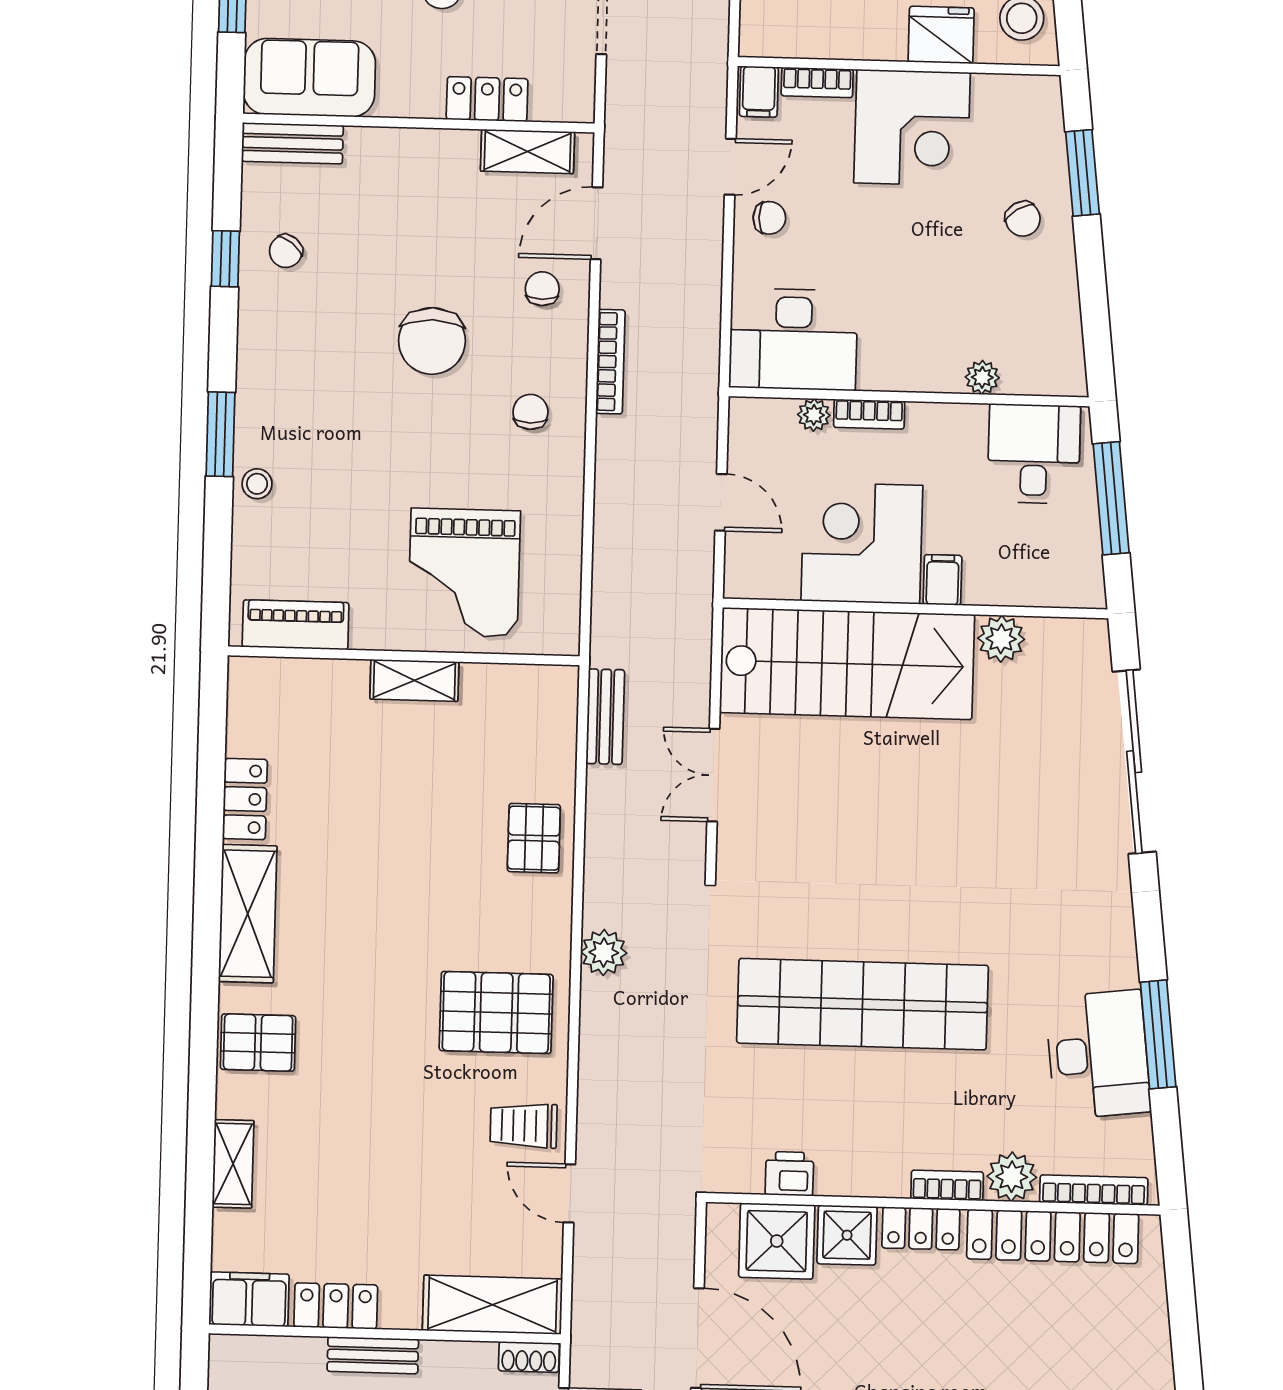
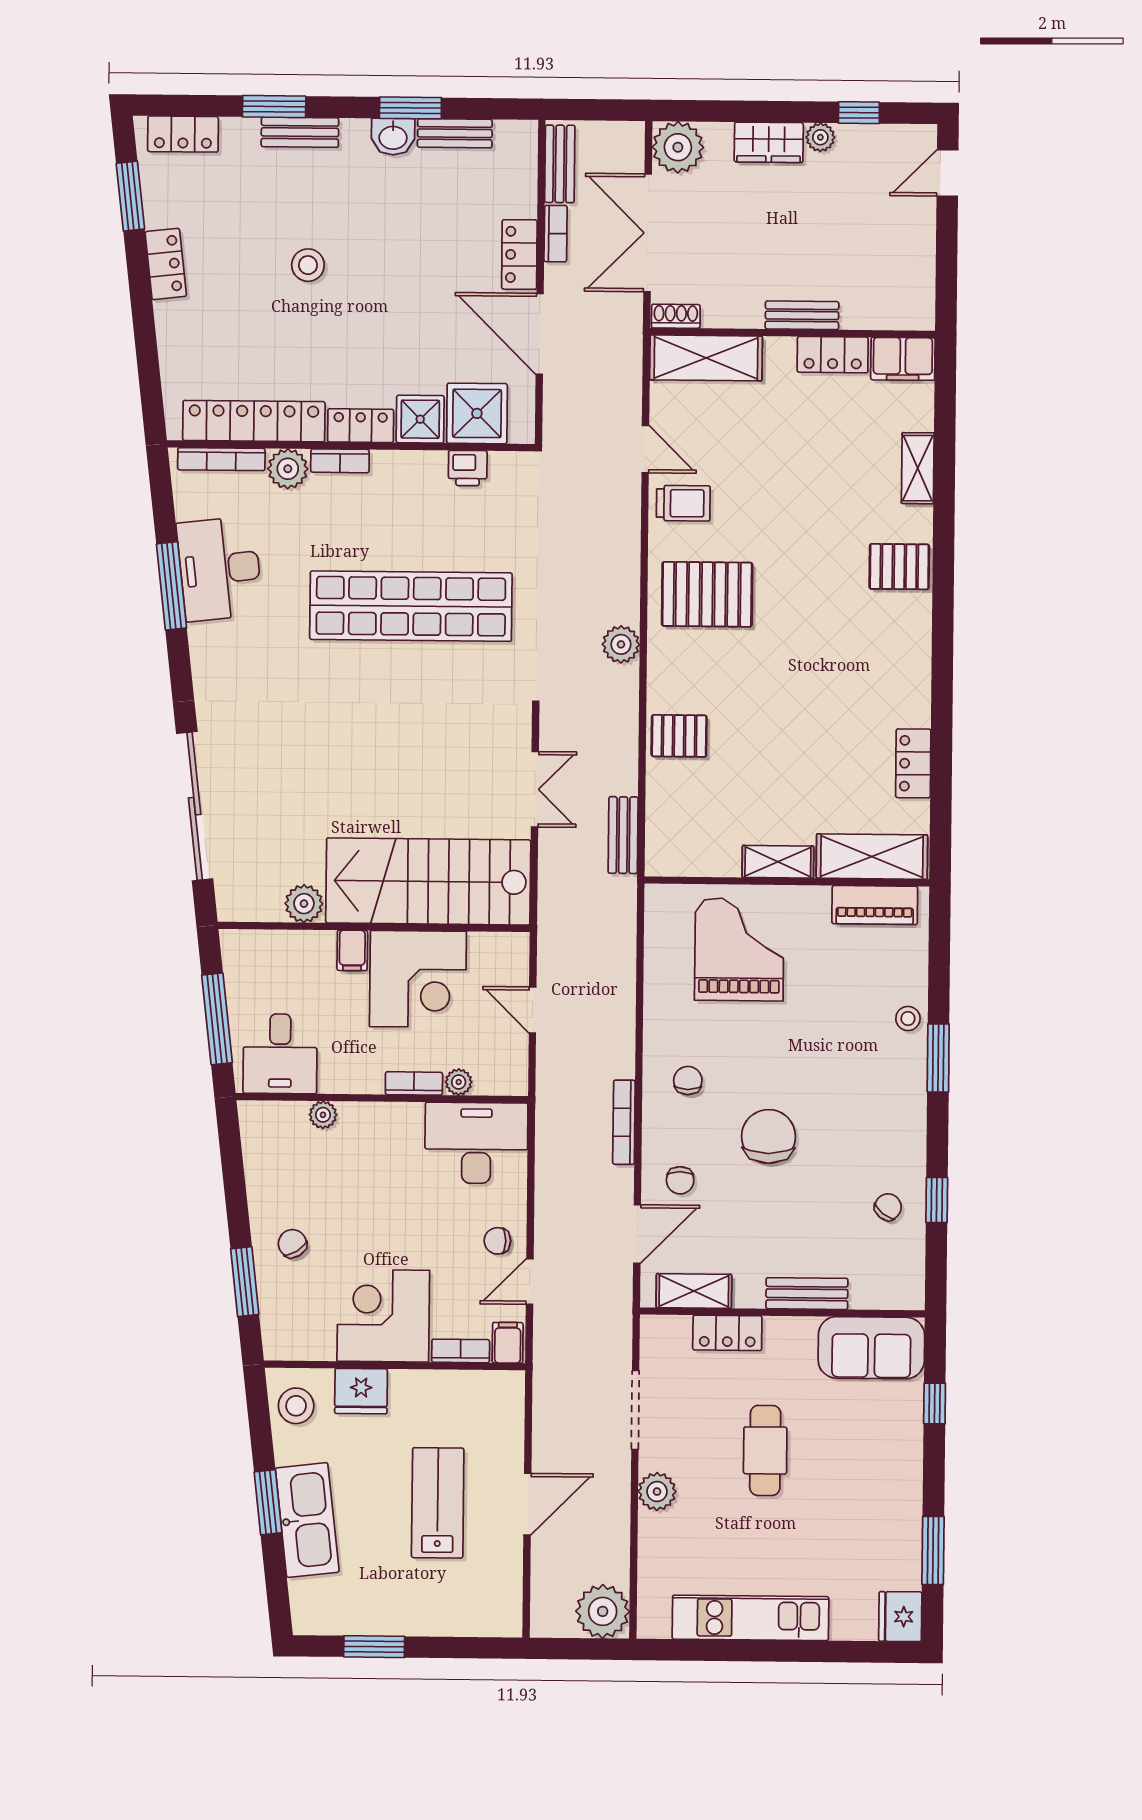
bench: (292, 143) -> (807, 1294), moved
chair: (530, 412) -> (688, 1080), turned 180
pallet: (534, 838) -> (679, 736), turned 90
shelving: (248, 914) -> (872, 857), moved, turned 90

